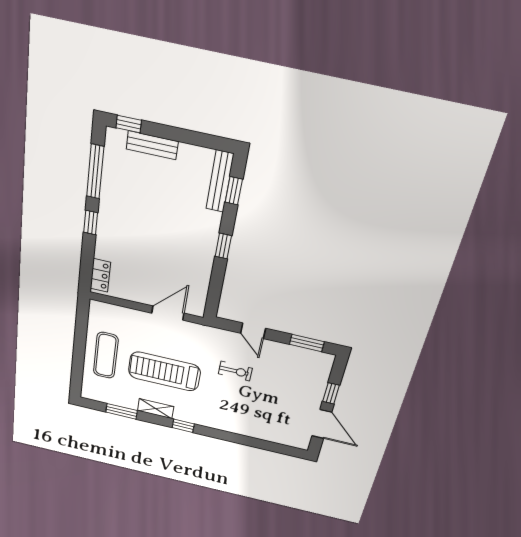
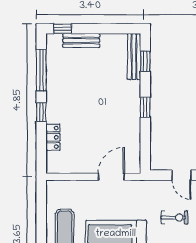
locker: (100, 275) -> (53, 137), moved

